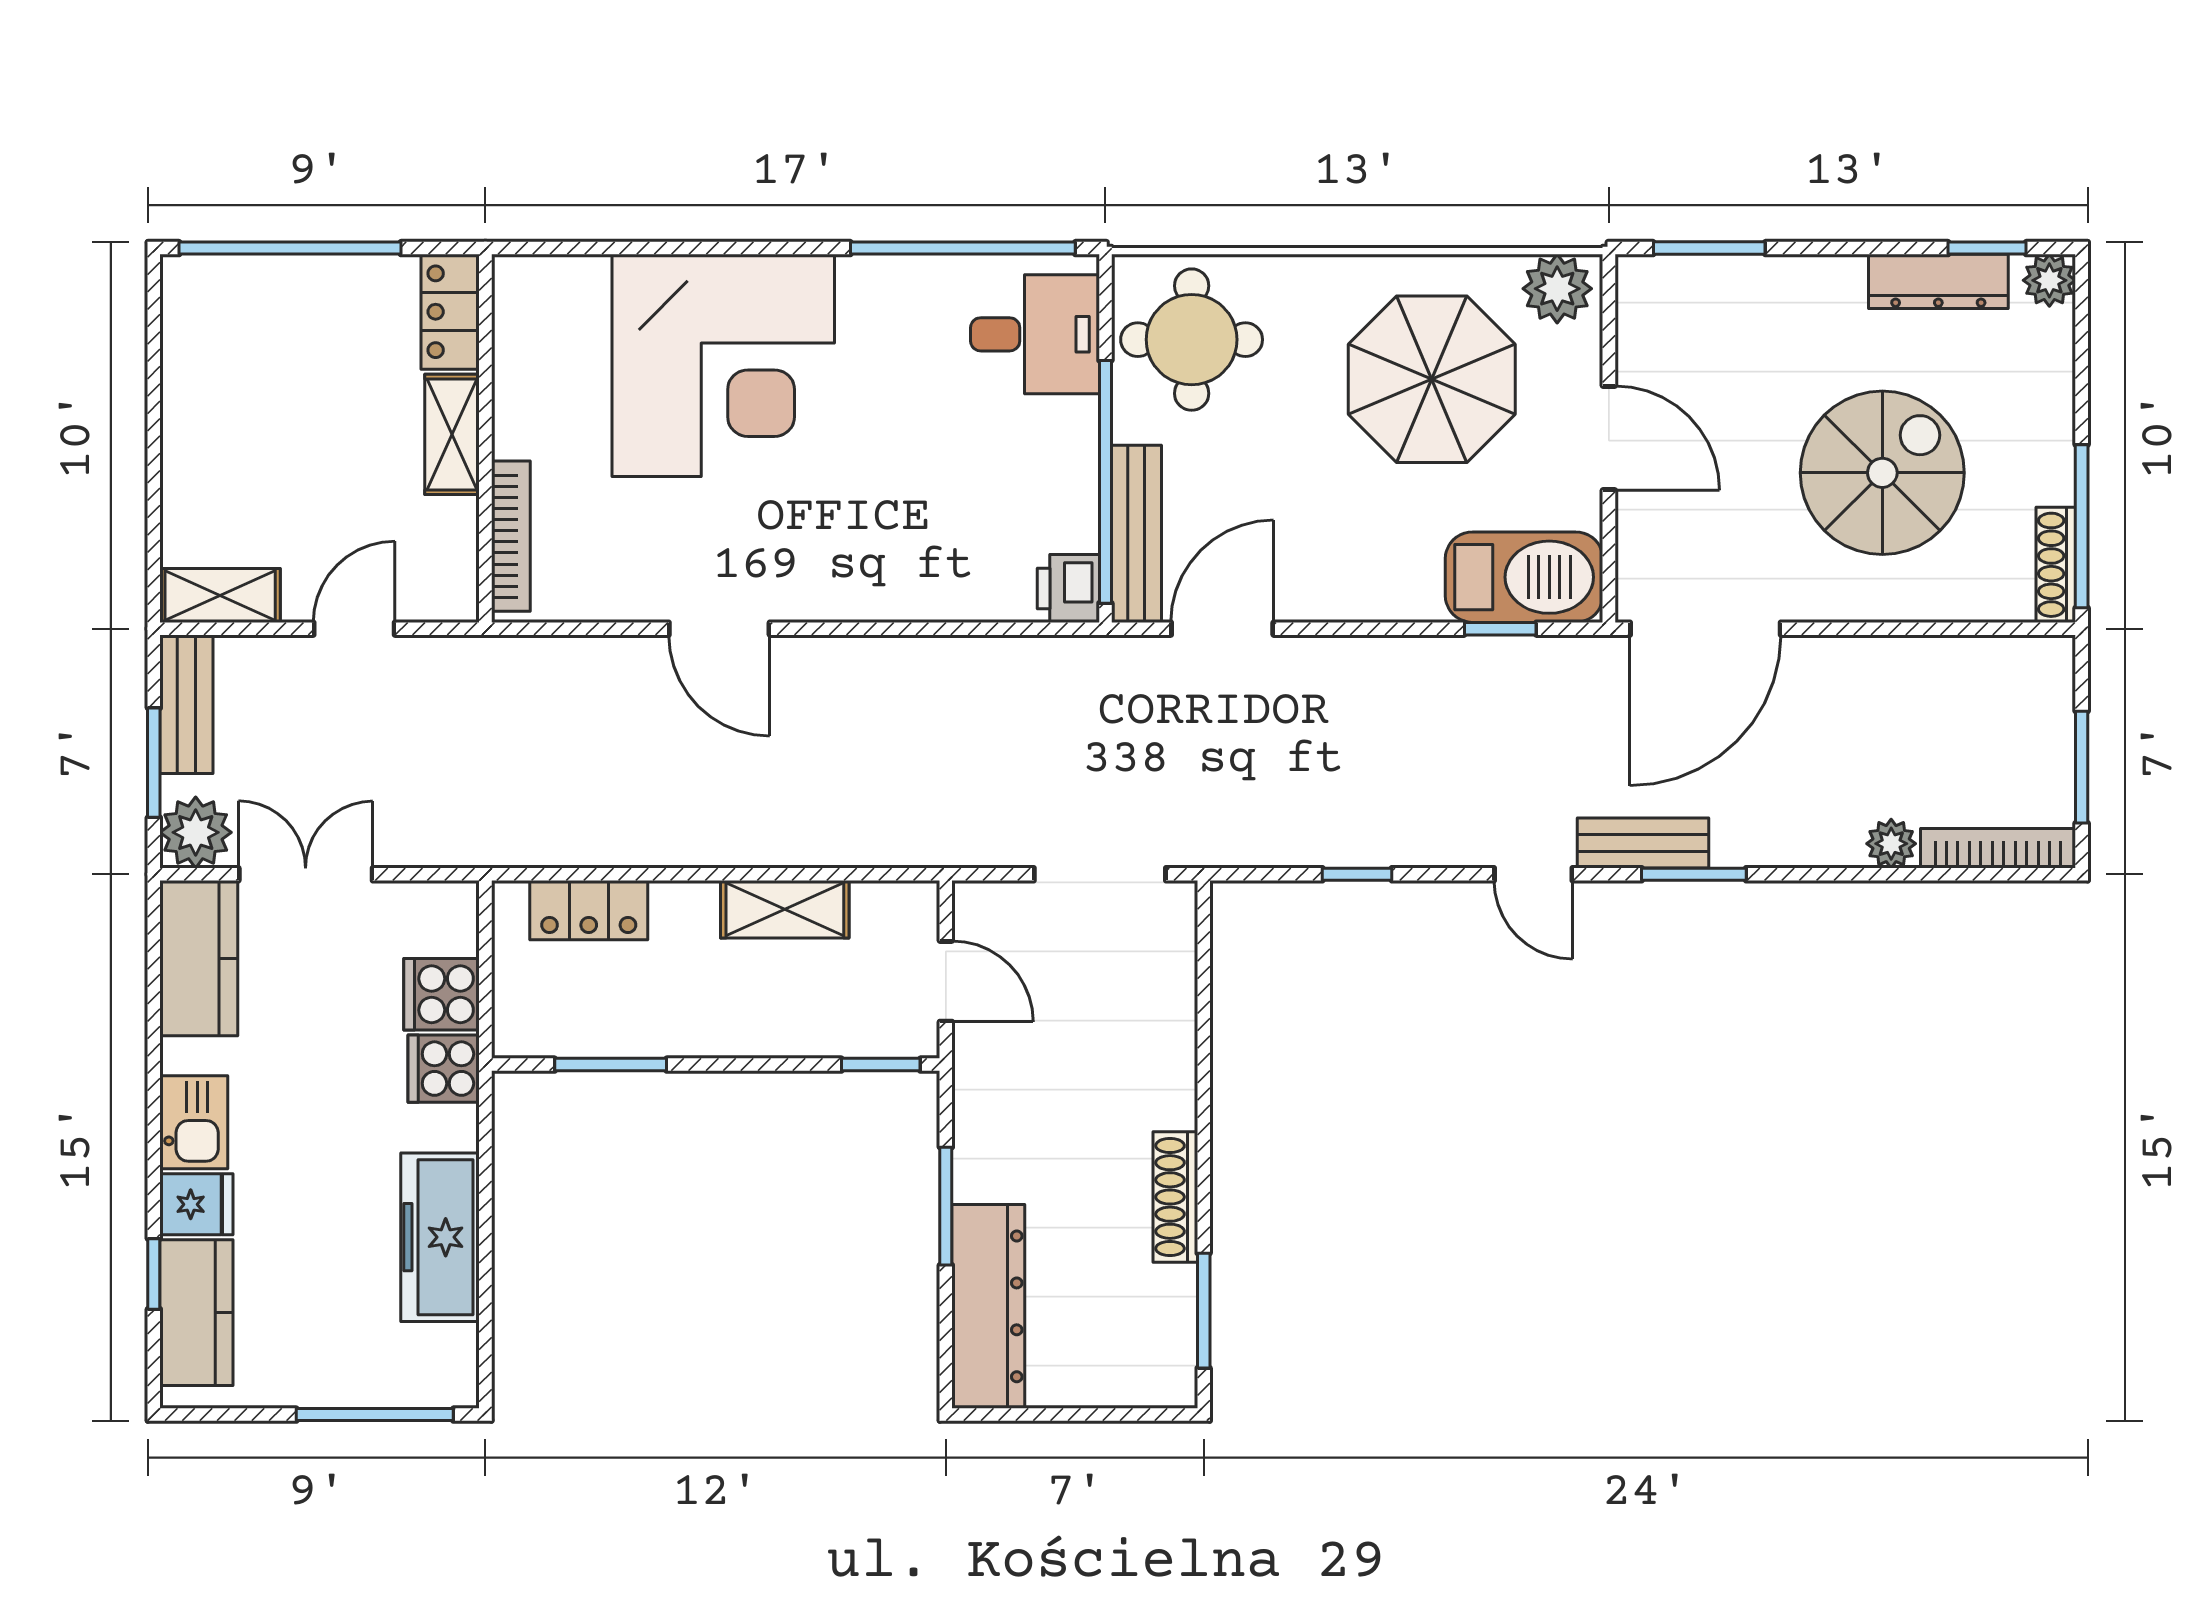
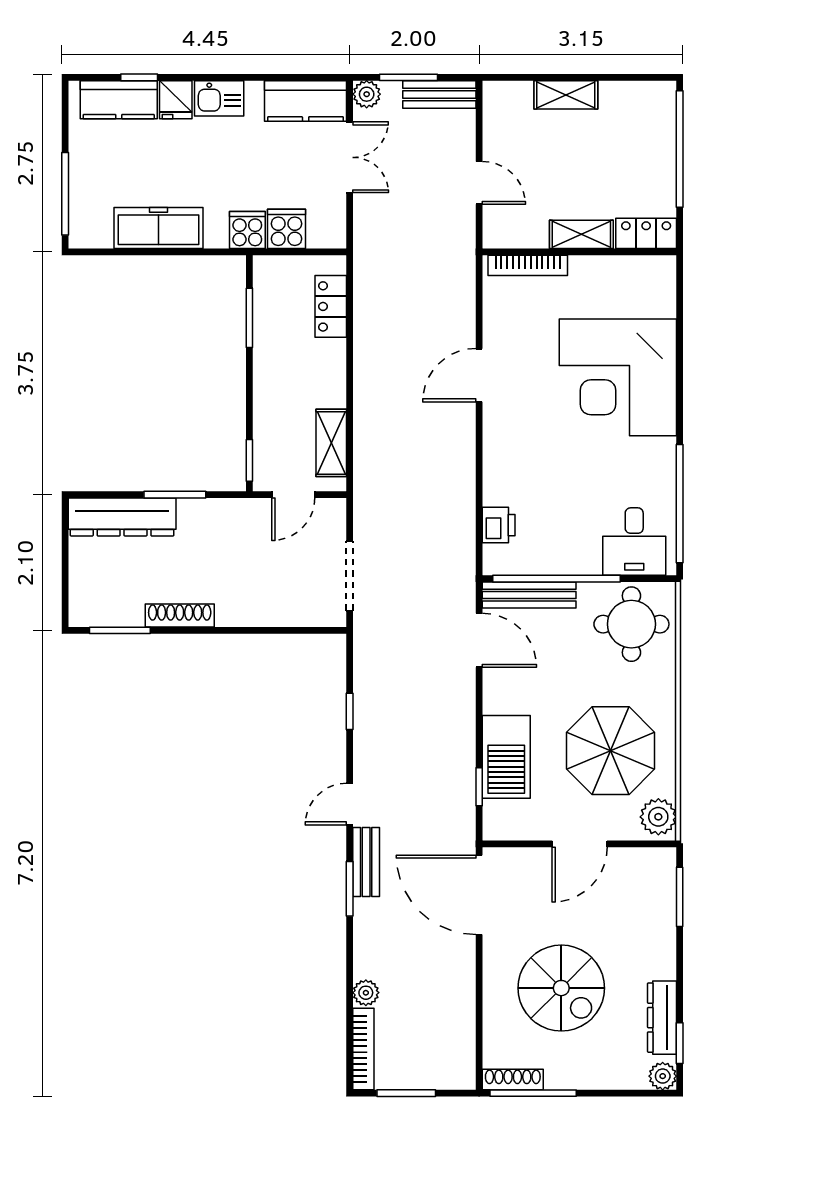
barbecue: (1524, 577) -> (506, 757), moved
printer: (1068, 588) -> (499, 525), moved, turned 90
shelving: (220, 595) -> (566, 95), moved, turned 90
plant: (196, 832) -> (367, 94), width x0.73, depth x0.73
shelving: (785, 909) -> (331, 443), moved

